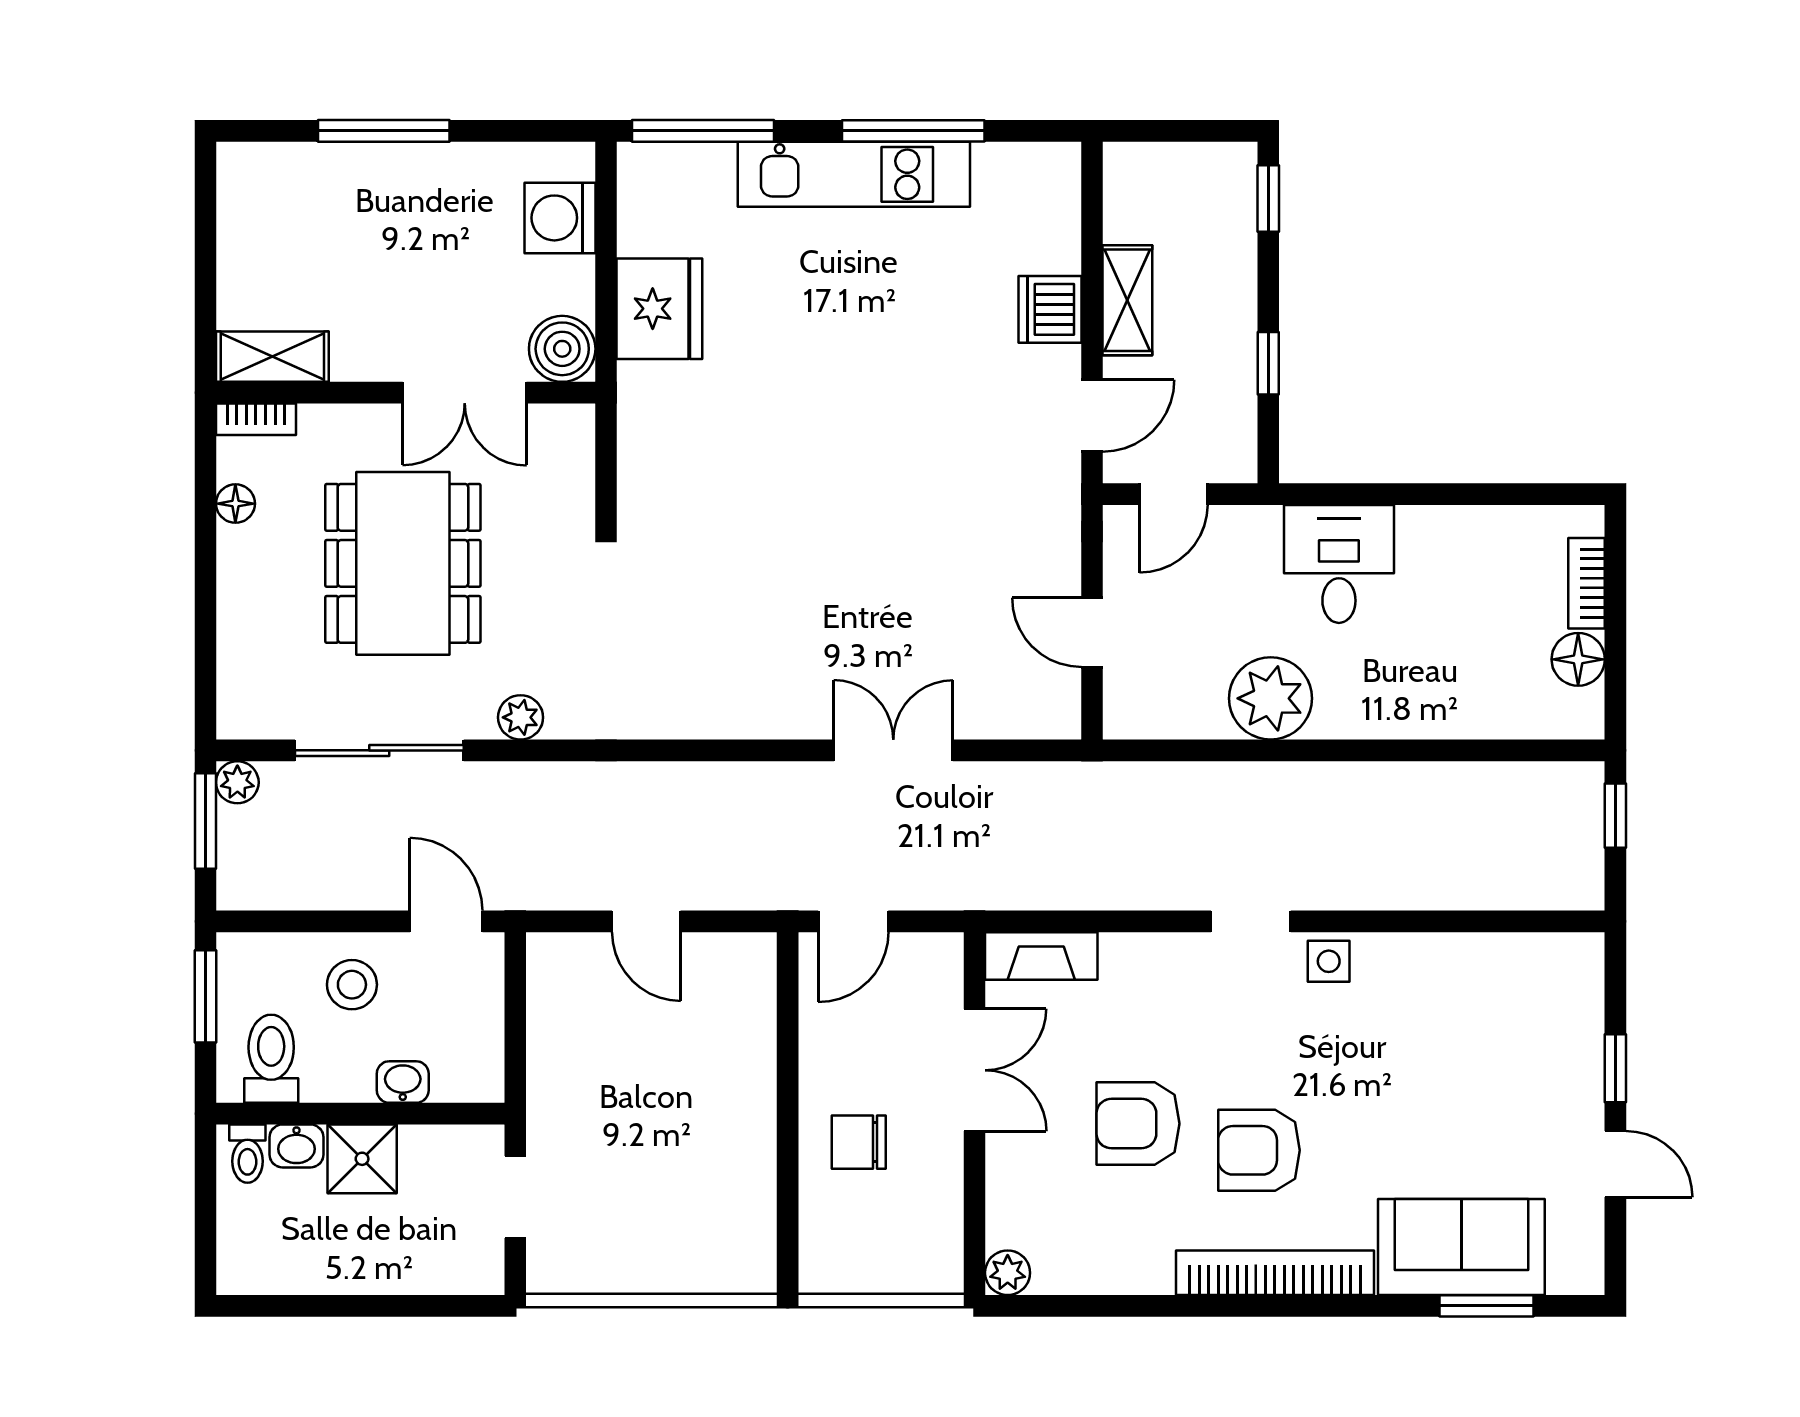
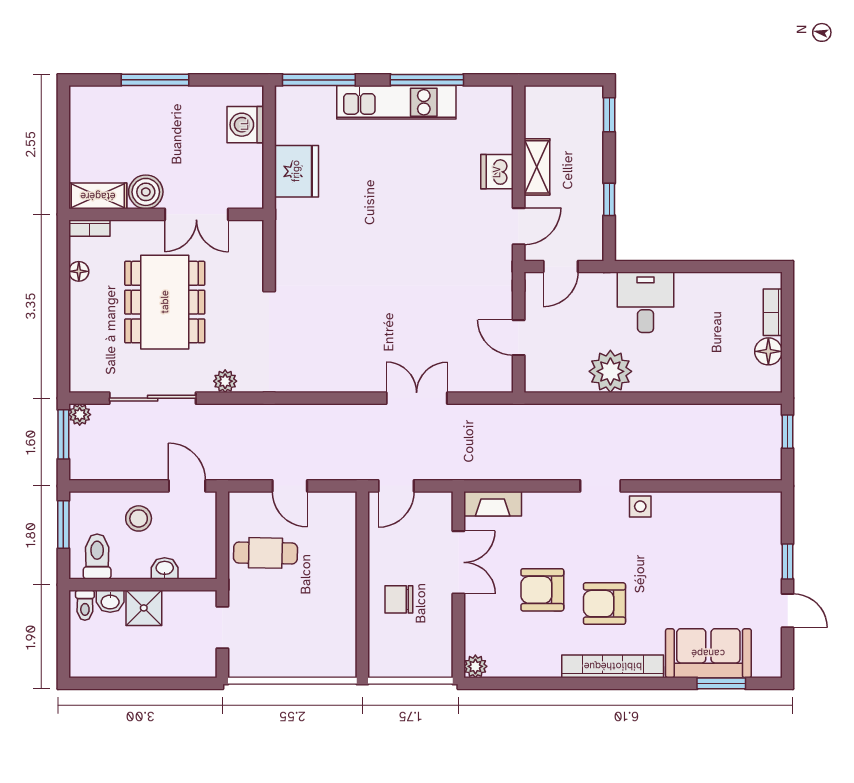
boiler: (562, 349) -> (146, 192), moved
cafe table: (599, 1052) -> (265, 553), added

